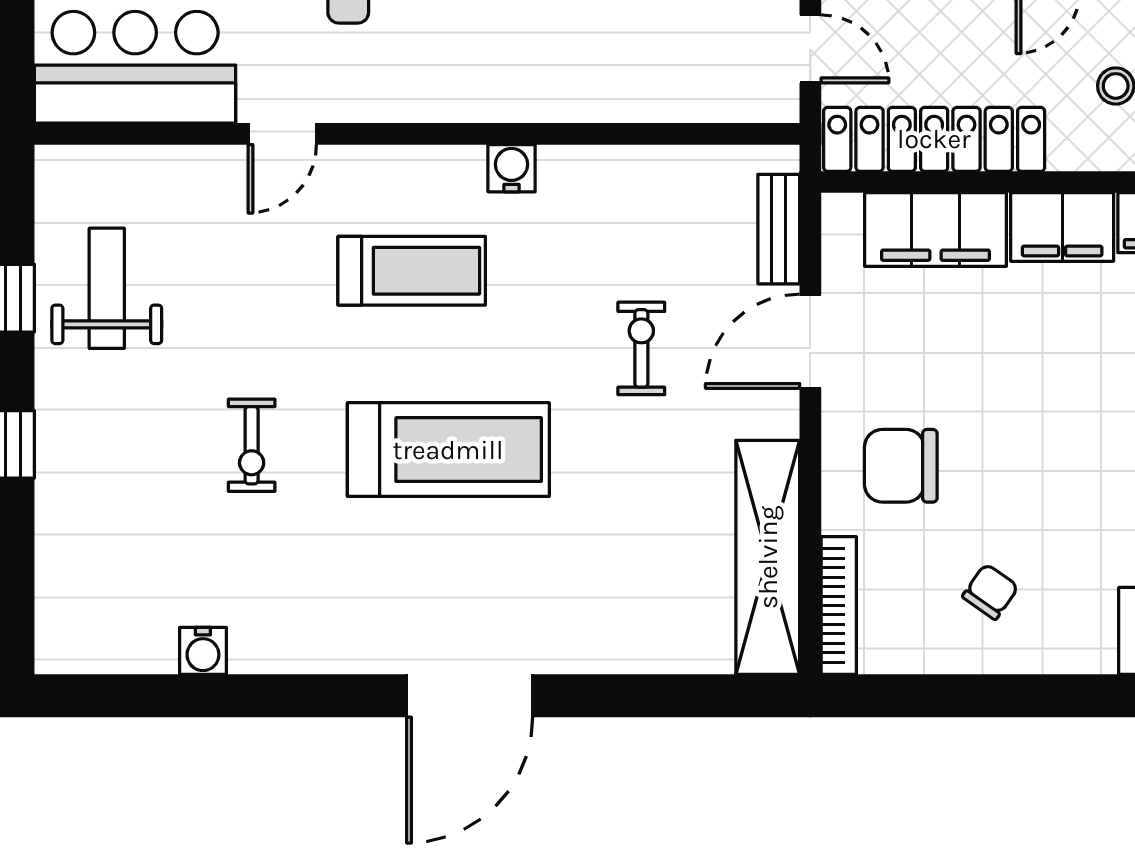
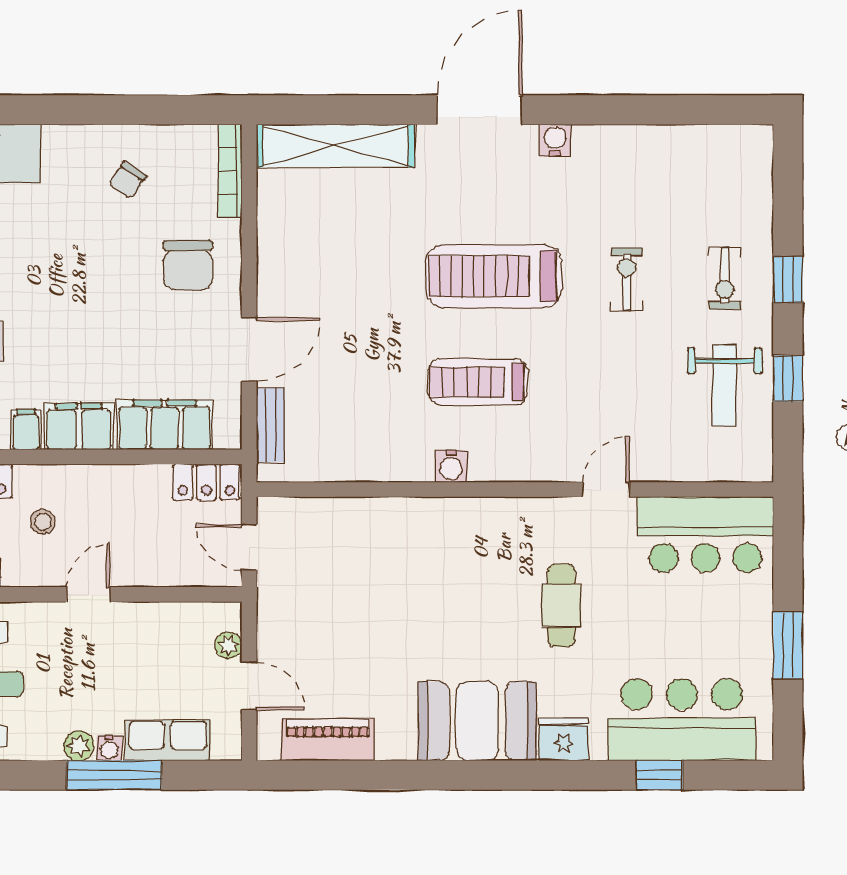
locker: (934, 139) -> (206, 482), width x0.46, depth x0.83
treadmill: (412, 271) -> (478, 382), moved
exercise bike: (641, 348) -> (725, 278), moved
chair: (901, 466) -> (188, 265), turned 90
shelving: (768, 557) -> (335, 146), moved, turned 90
water cooler: (203, 651) -> (555, 140), moved

